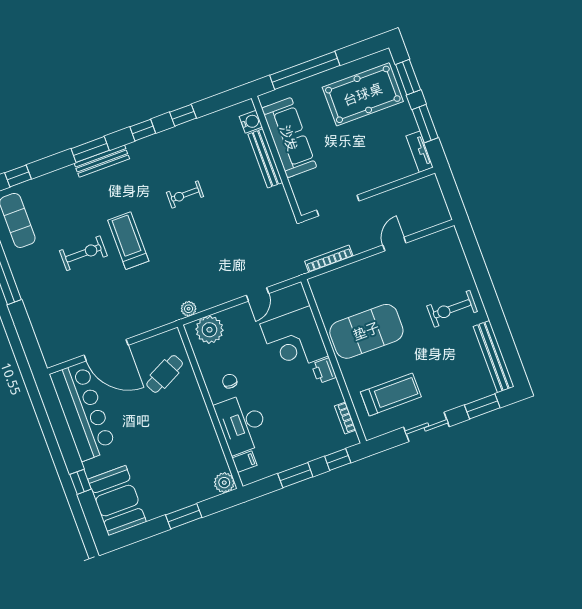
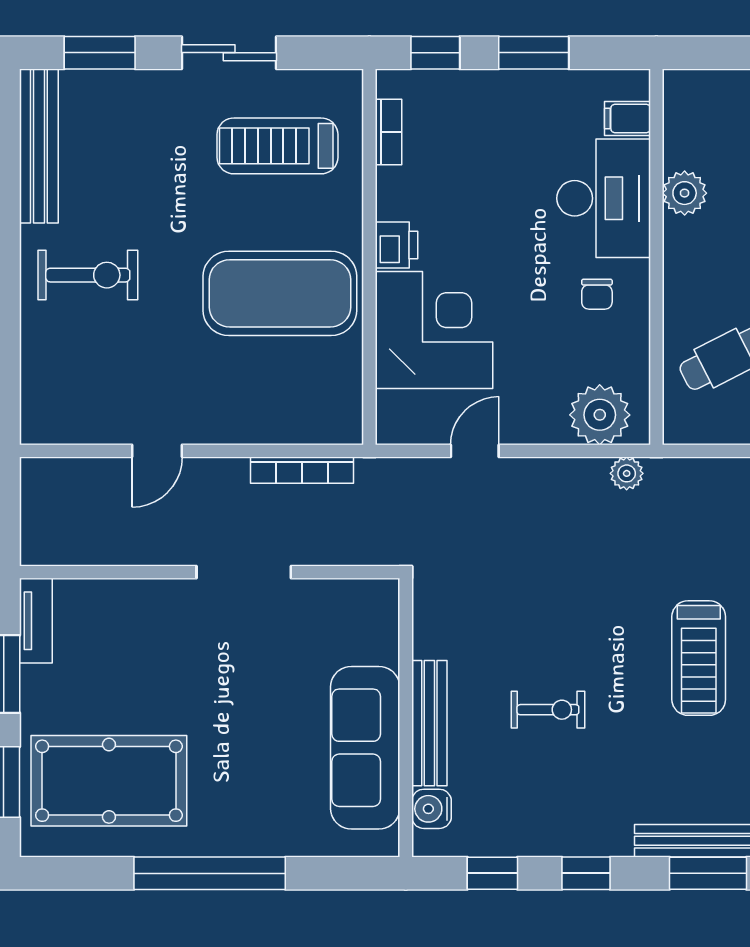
water cooler: (251, 122) -> (431, 809), moved
sofa: (289, 138) -> (365, 748), moved
wall: (276, 157) -> (406, 718), moved
bench: (265, 158) -> (429, 723), moved
plant: (224, 483) -> (685, 193), moved

